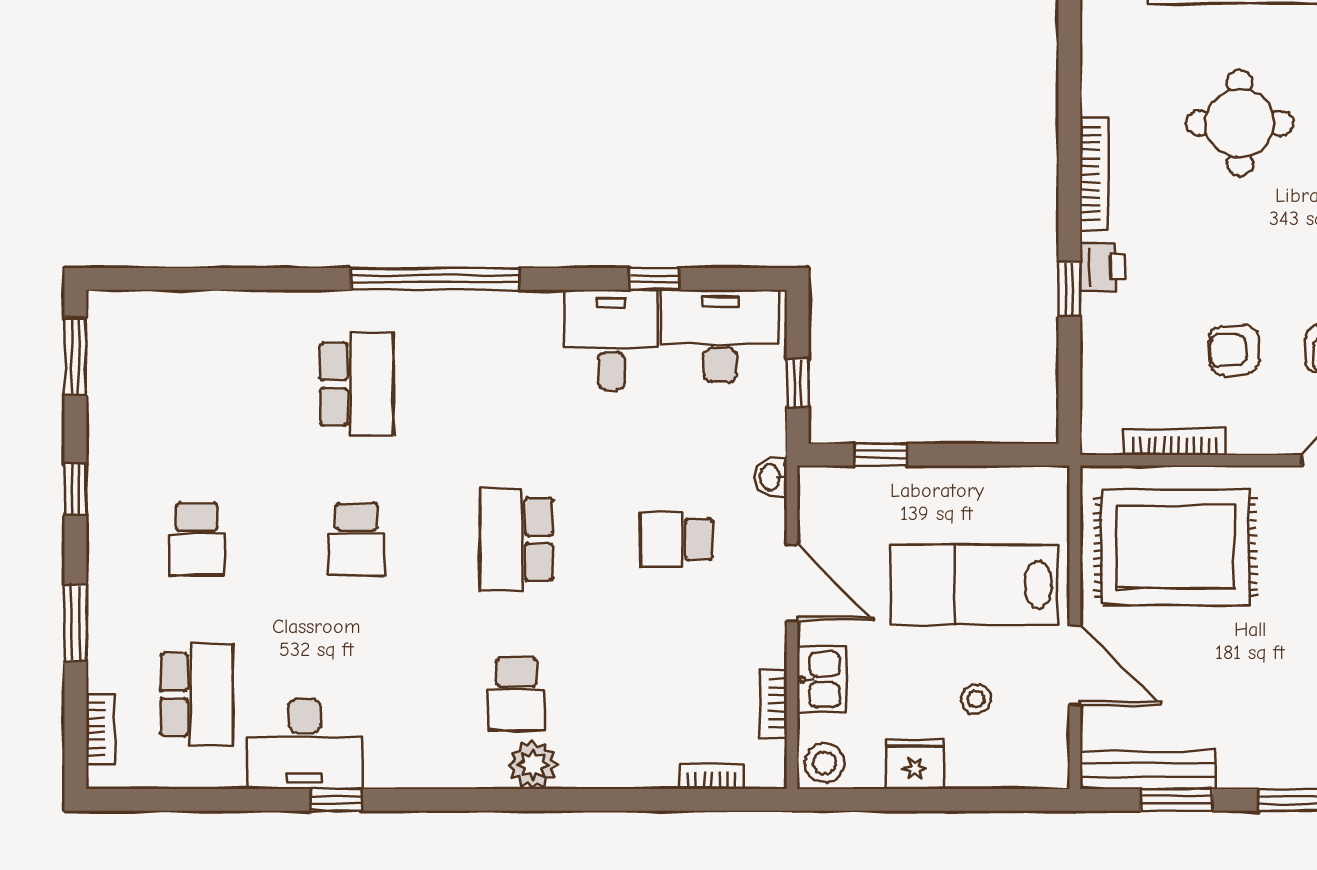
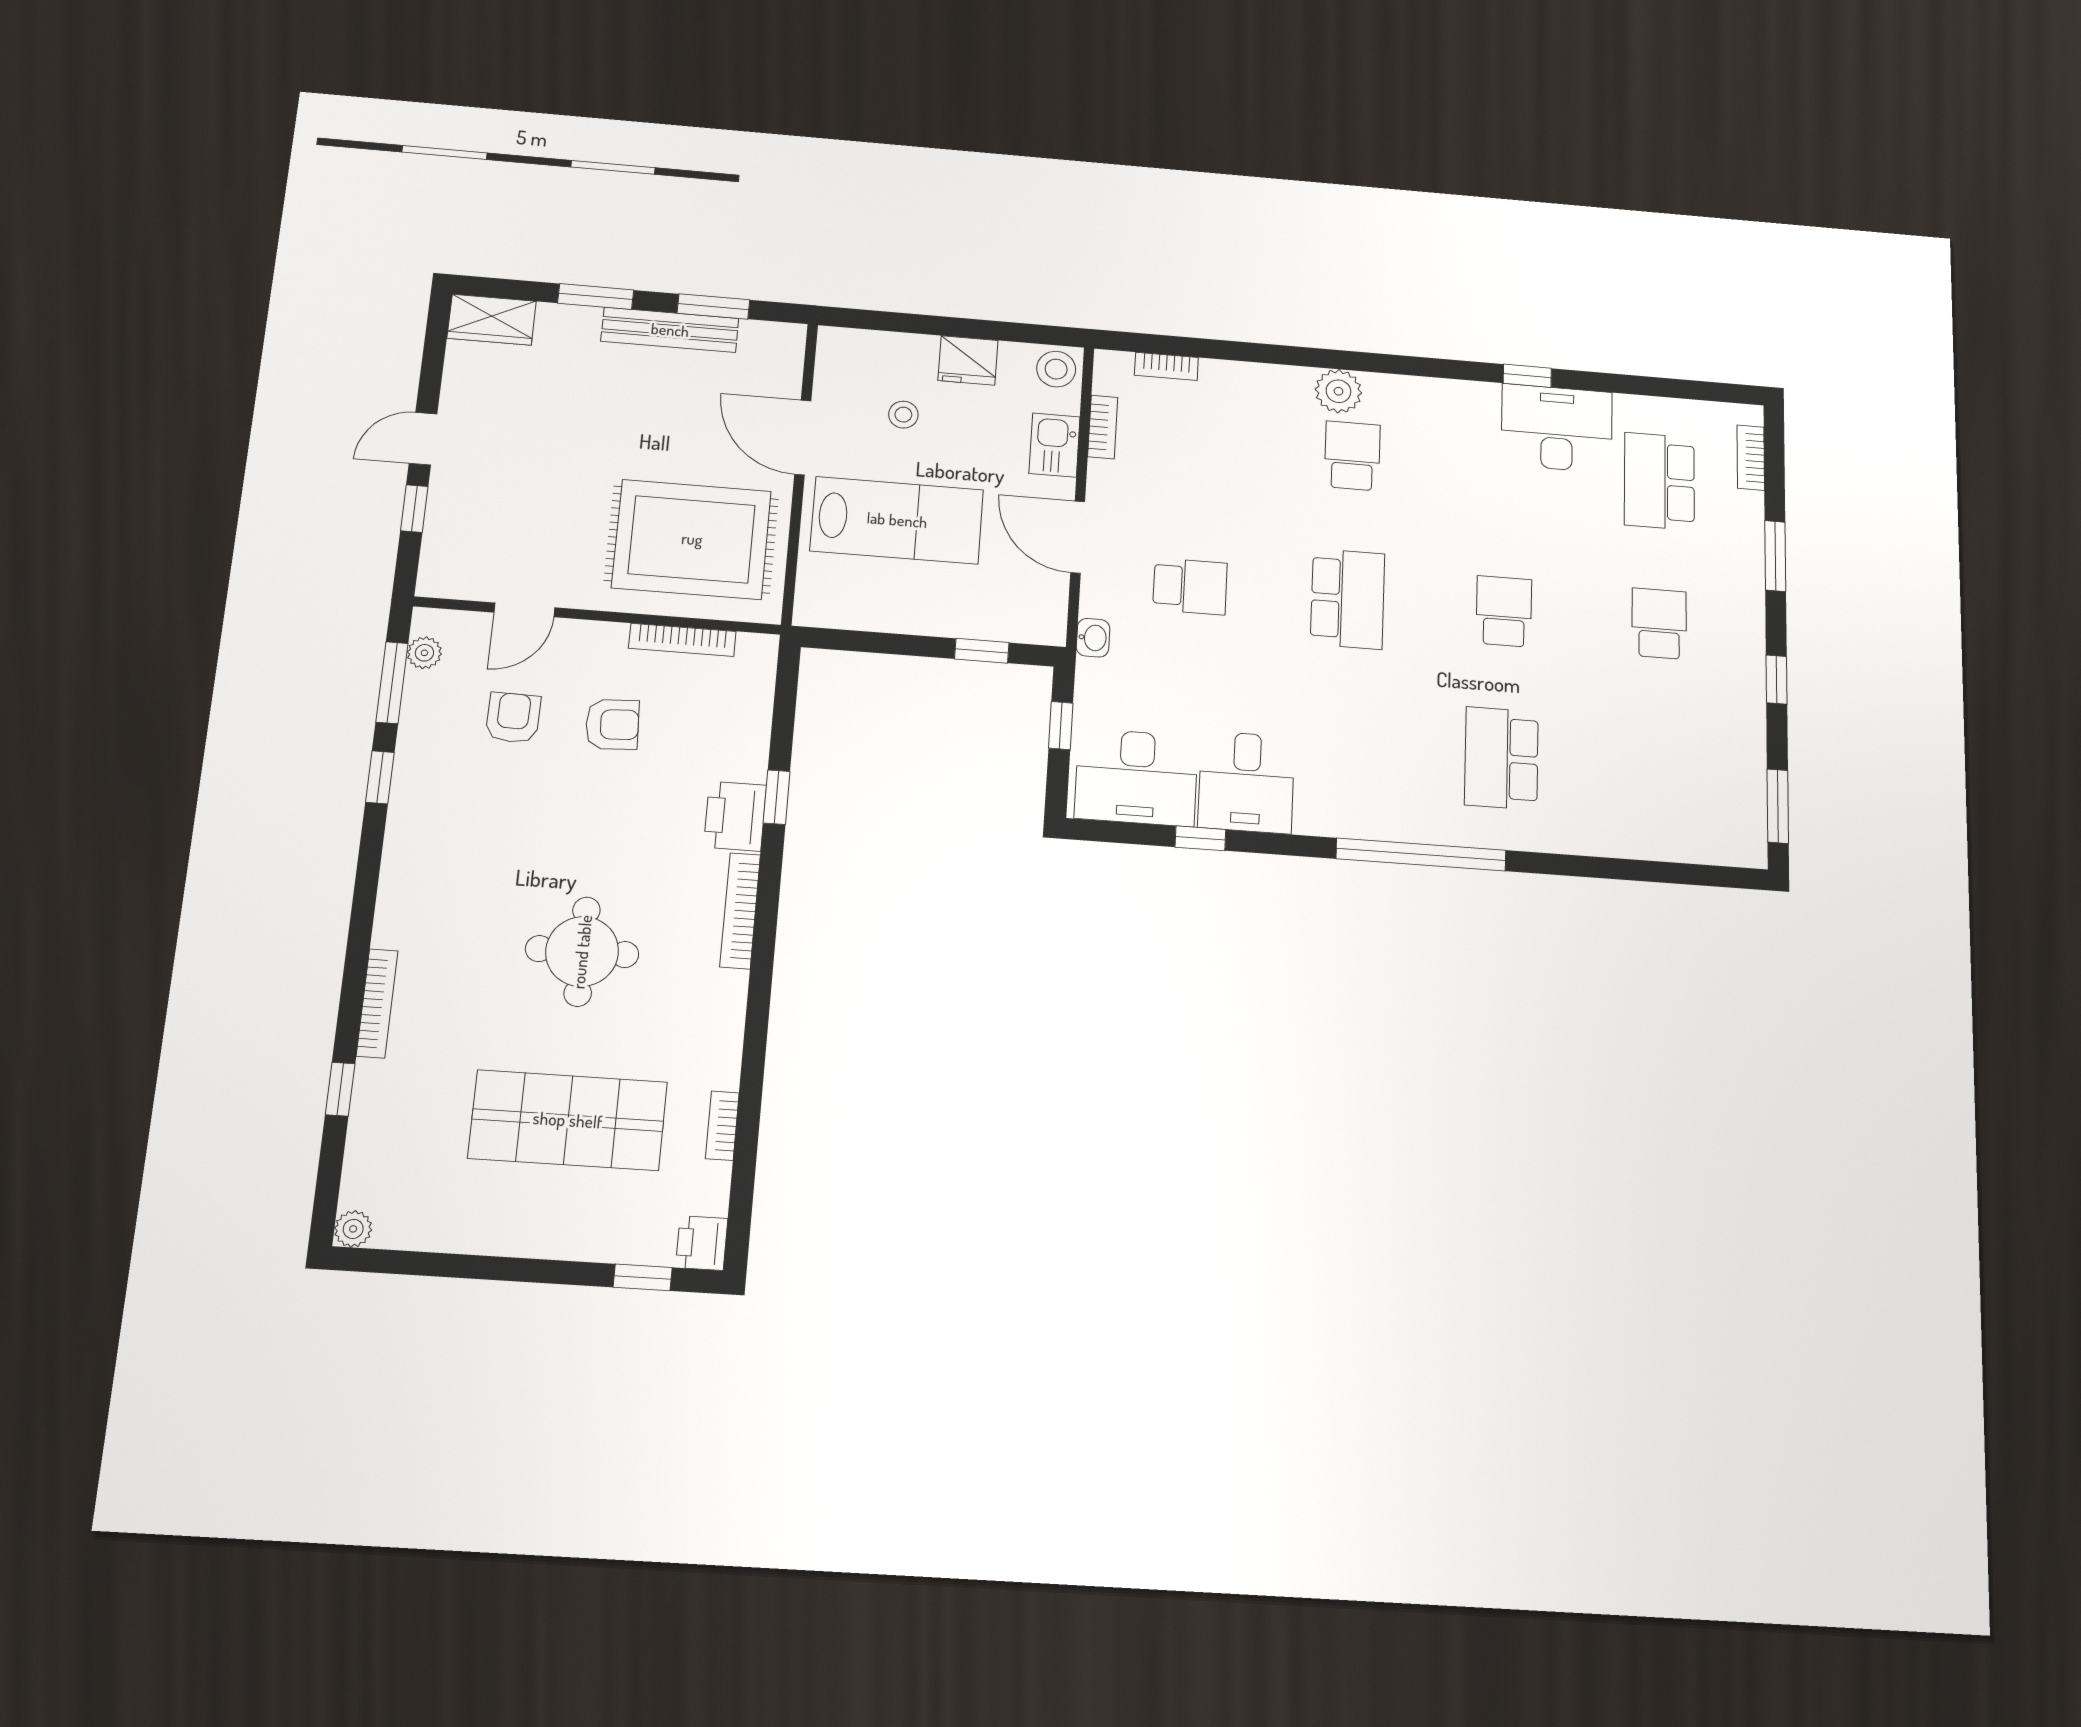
printer: (1102, 267) -> (735, 816), width x1.36, depth x1.24
bench: (1148, 770) -> (670, 330), moved

